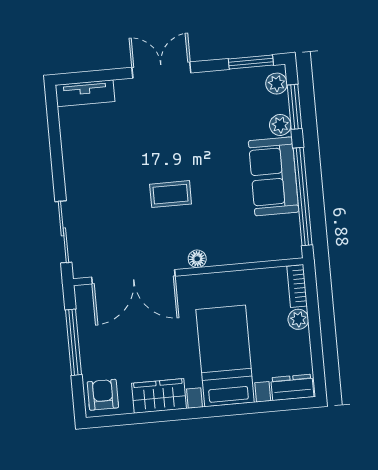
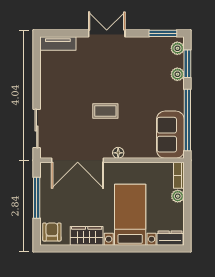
sofa: (274, 176) -> (170, 135), moved

